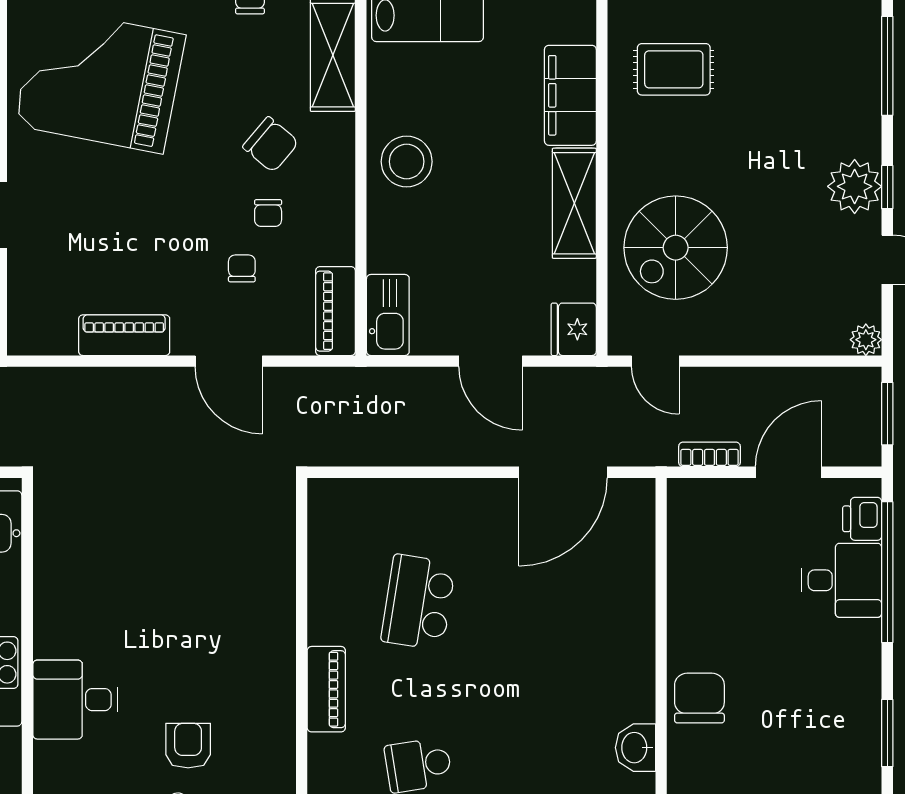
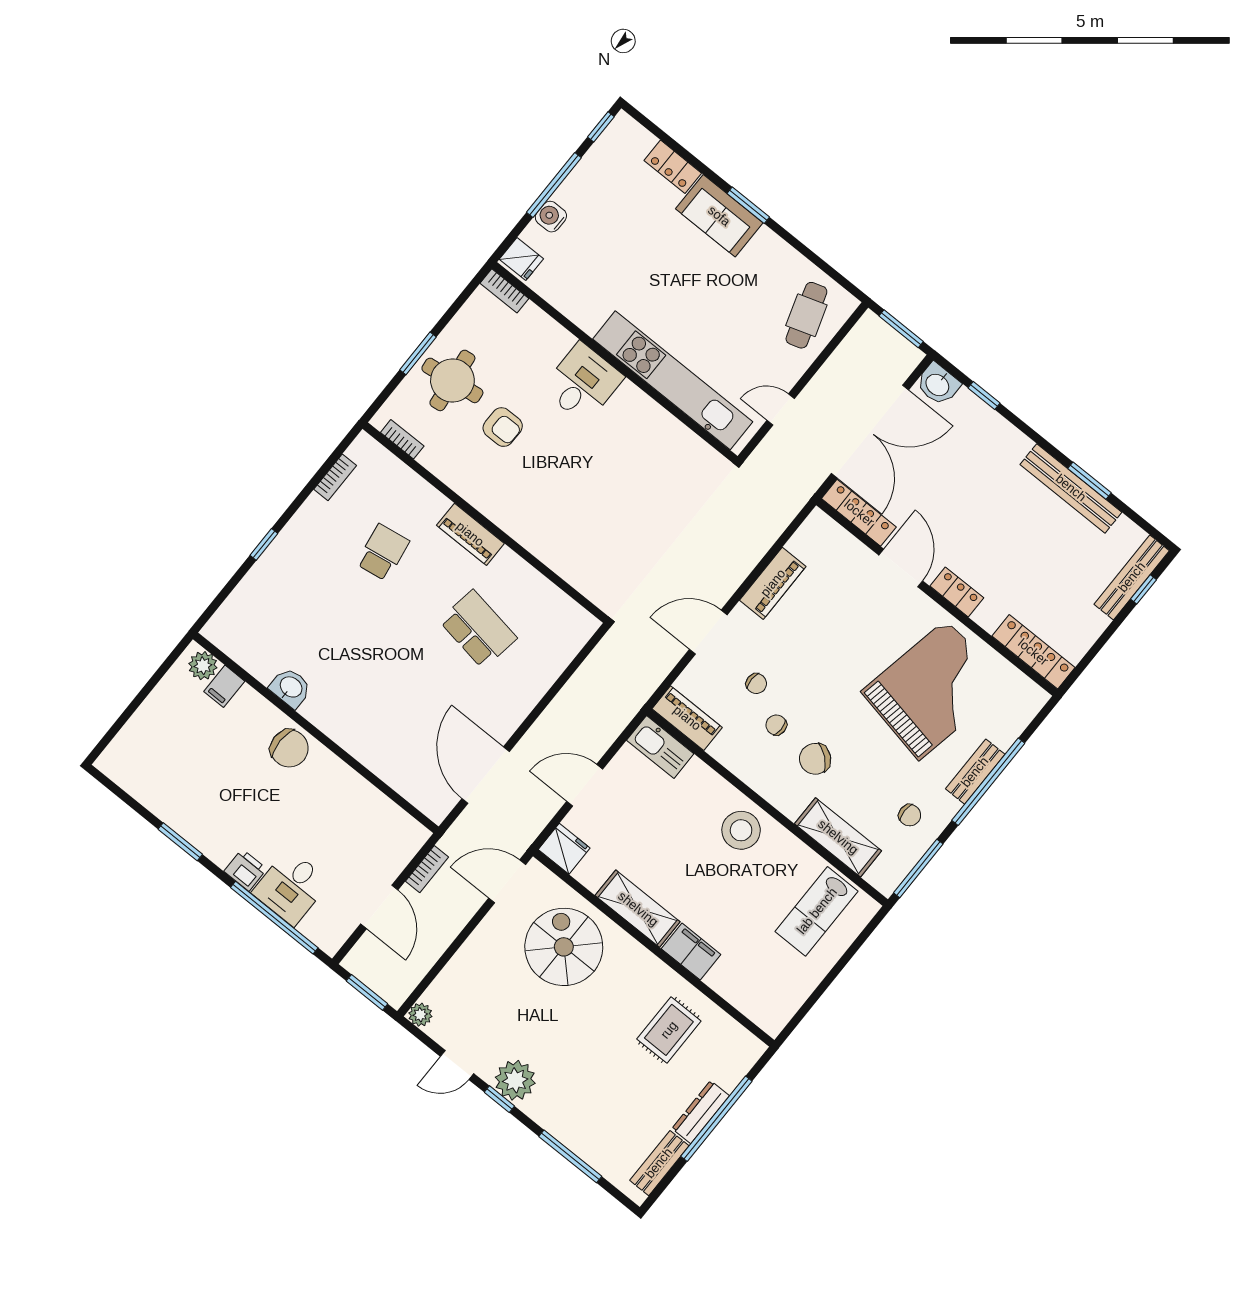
filing cabinet: (570, 95) -> (691, 952), width x0.67, depth x0.86
door: (655, 361) -> (507, 881), width x1.38
printer: (862, 519) -> (245, 870), moved

